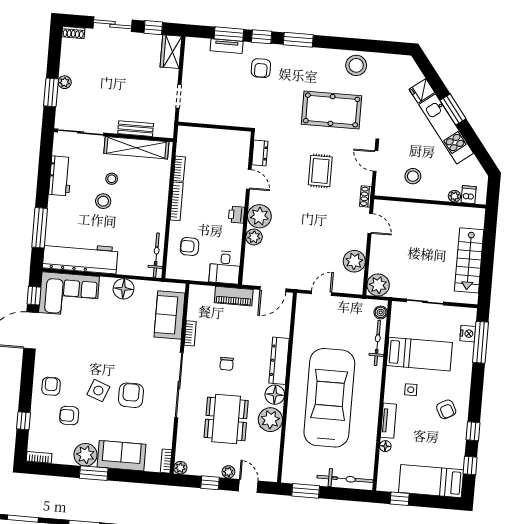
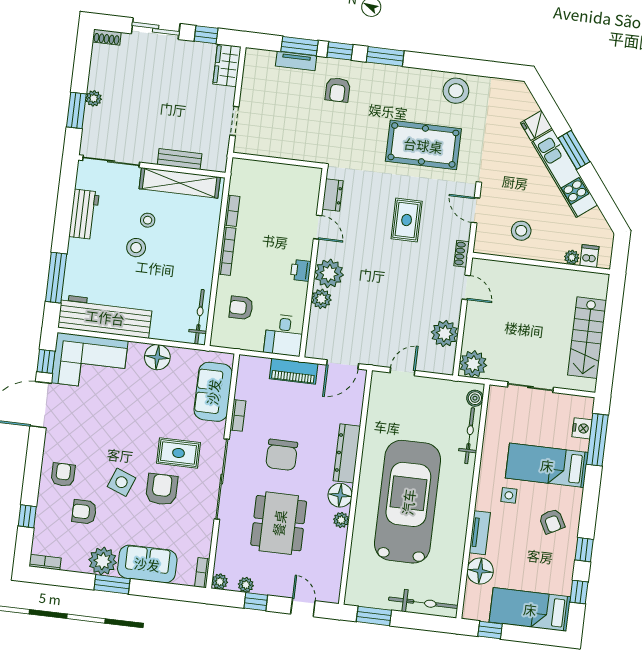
bed: (419, 354) -> (547, 465), moved, turned 180
chair: (227, 364) -> (282, 455), width x1.87, depth x1.87
rug: (143, 365) -> (178, 453), added
plant: (270, 420) -> (341, 520), width x0.53, depth x0.53
floor lamp: (385, 446) -> (480, 571), width x1.89, depth x1.89
plant: (228, 472) -> (246, 585), moved

